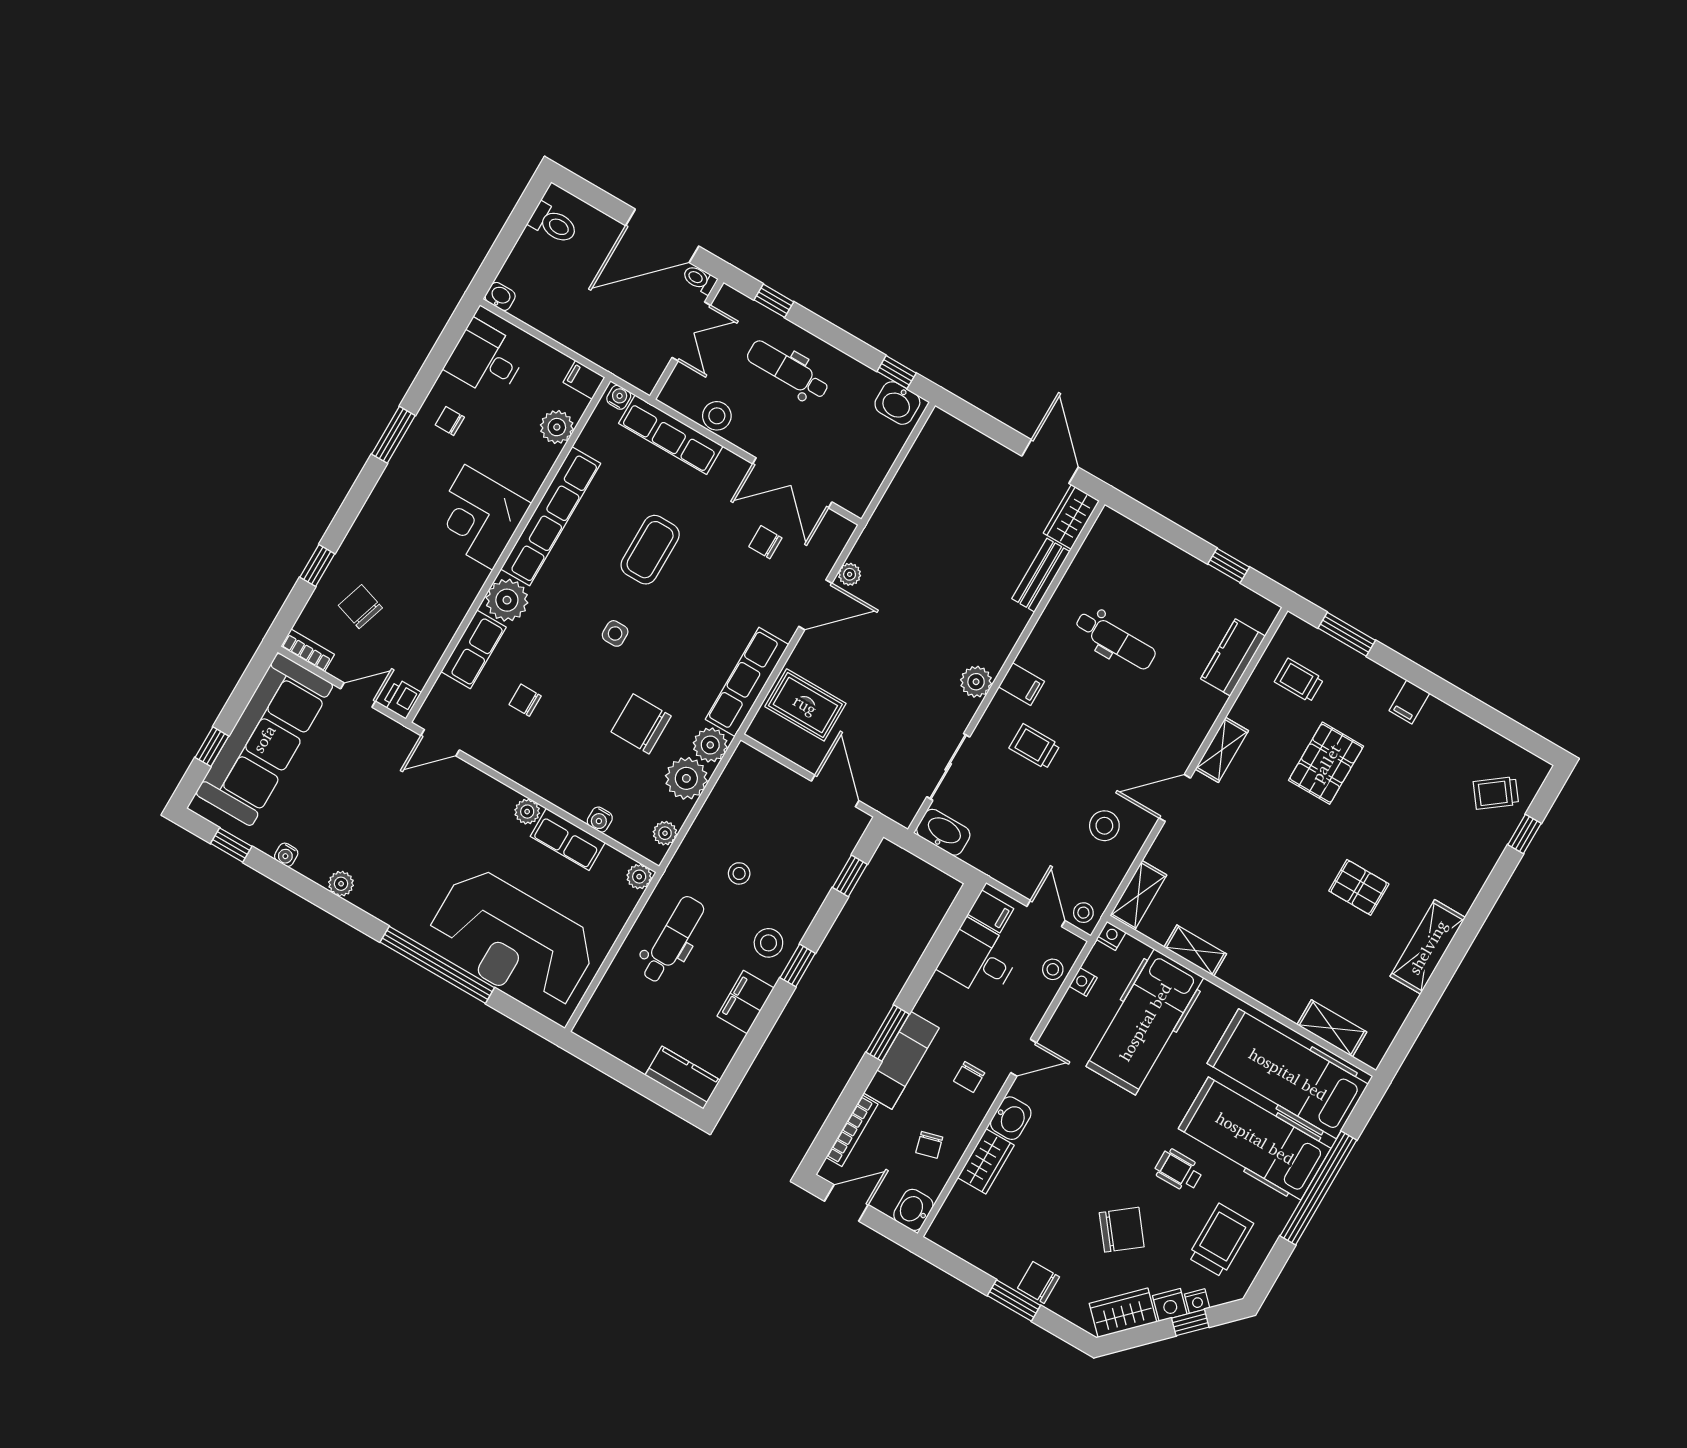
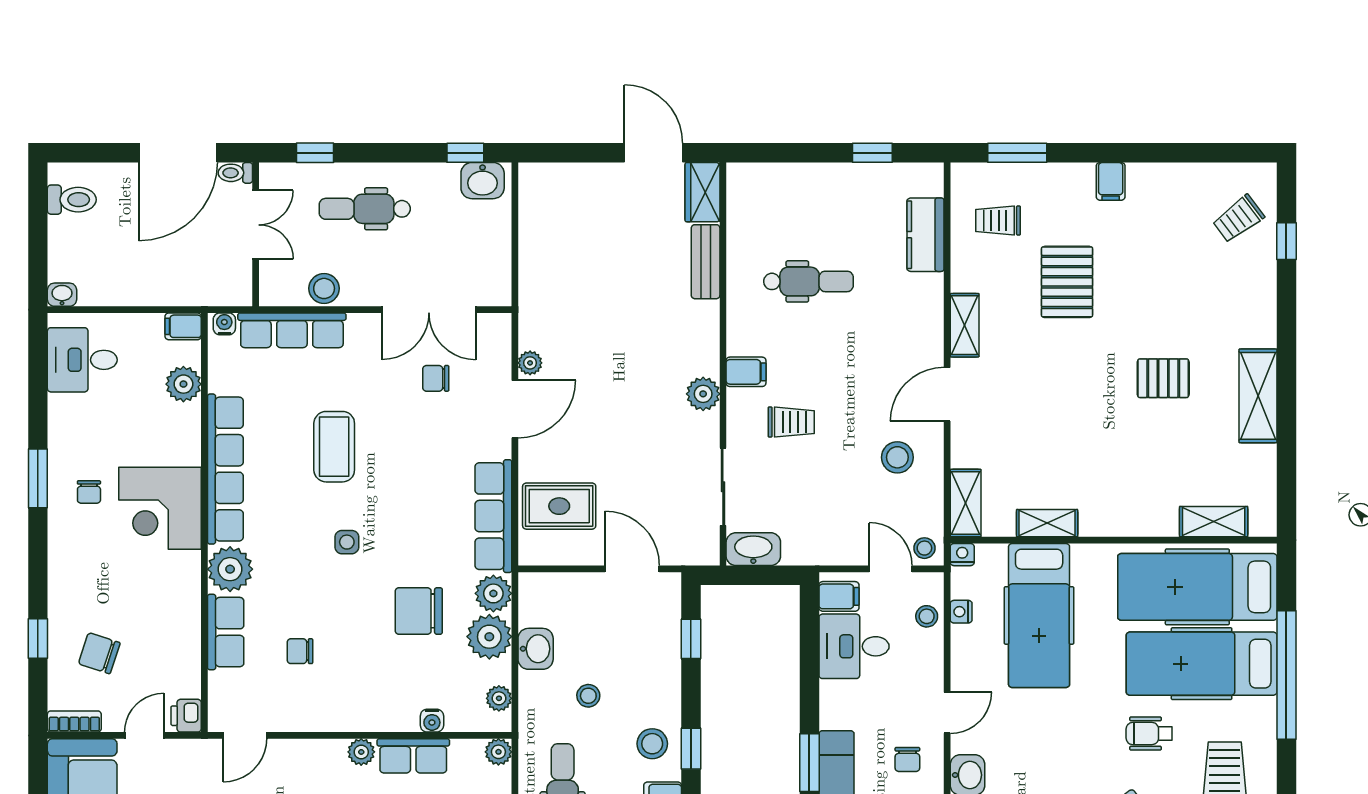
chair: (450, 421) -> (89, 492), moved, turned -90
trolley: (1035, 747) -> (791, 422), turned 180
washbasin: (718, 810) -> (536, 649), added

